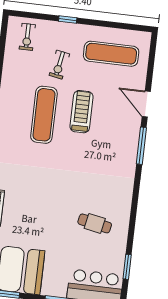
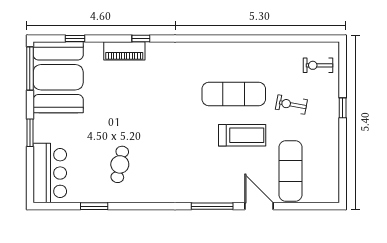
exercise mat: (111, 54) -> (291, 171), moved
door: (146, 104) -> (259, 206), hinge flipped
window: (127, 267) -> (94, 206), moved

